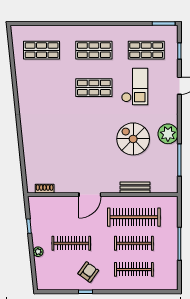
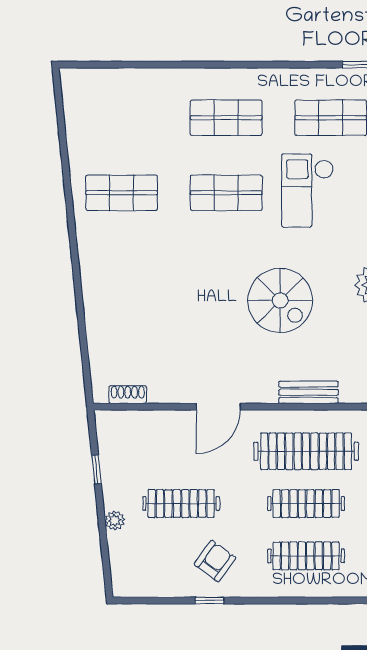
shop shelf: (42, 50) -> (122, 193), moved
checkout: (135, 87) -> (308, 190), turned 180
spiral stairs: (133, 139) -> (280, 300), moved, turned 180

